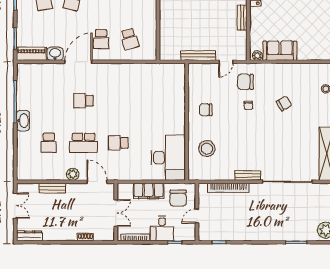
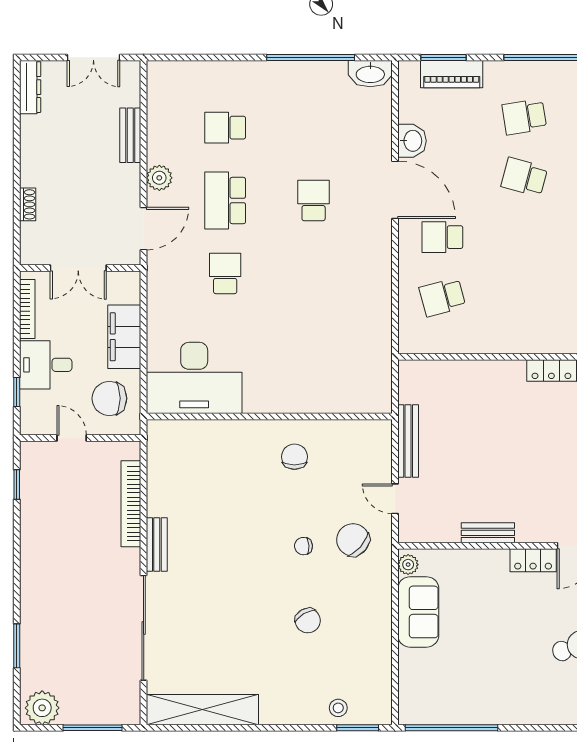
piano: (31, 54) -> (452, 74), moved, turned 90
chair: (245, 82) -> (353, 540), turned -49
washbasin: (23, 121) -> (370, 74), moved
stool: (207, 149) -> (213, 459), removed

